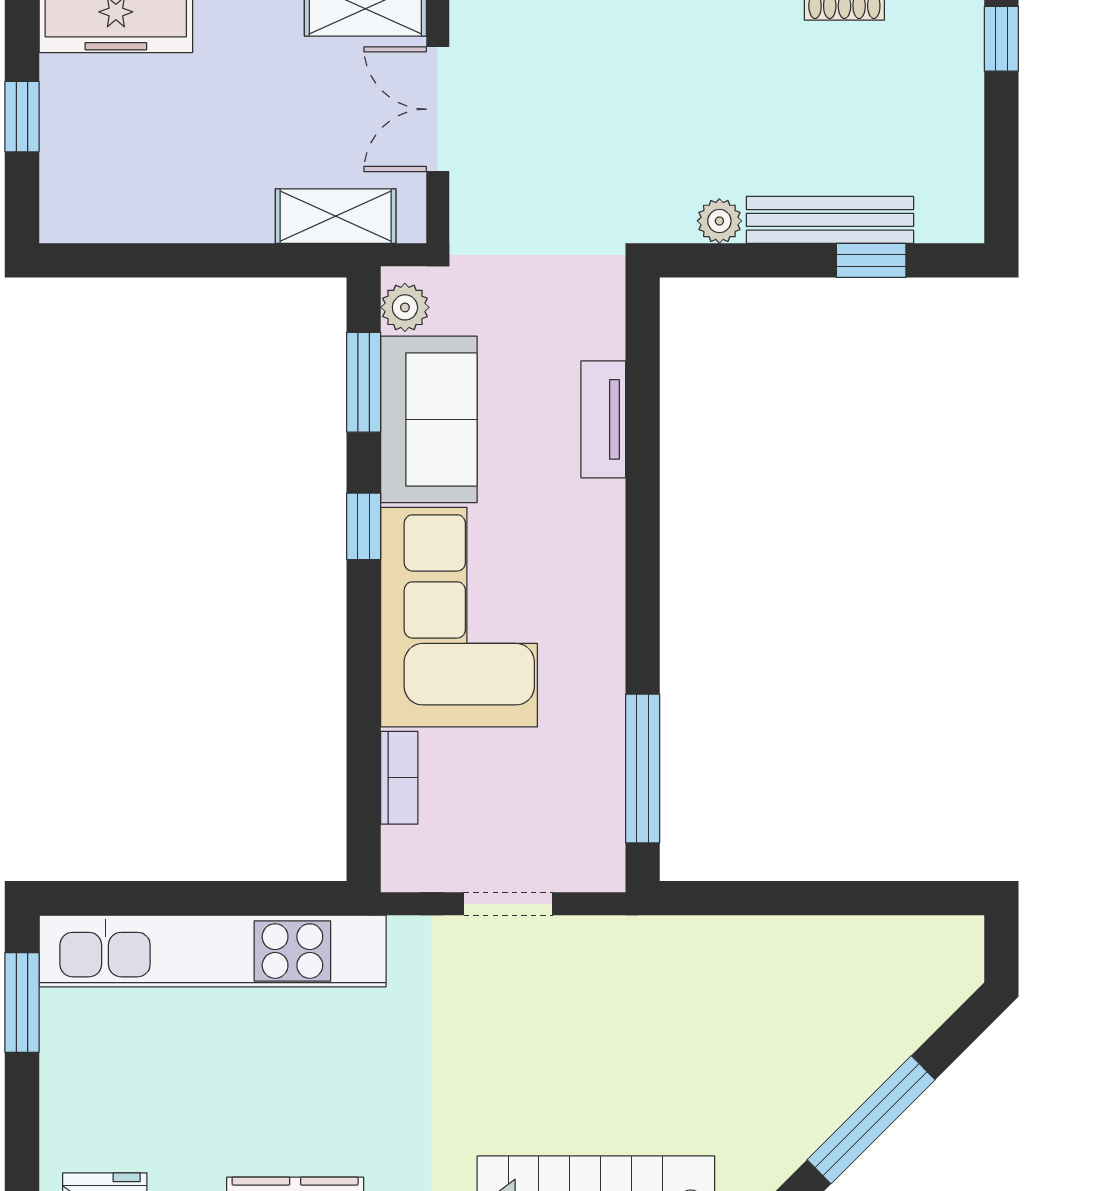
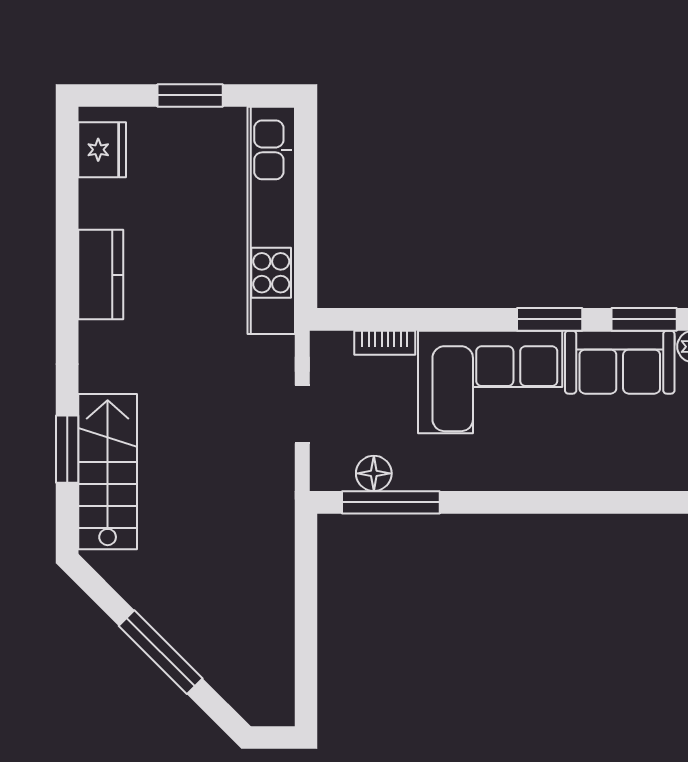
tv unit: (603, 419) -> (620, 477), removed
window: (364, 526) -> (550, 319), width x1.50
floor lamp: (598, 795) -> (374, 473), added
window: (22, 1003) -> (190, 95), moved

